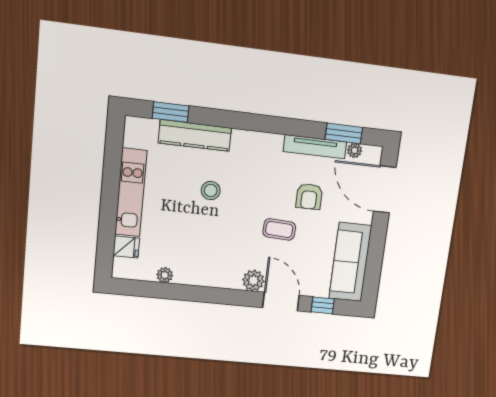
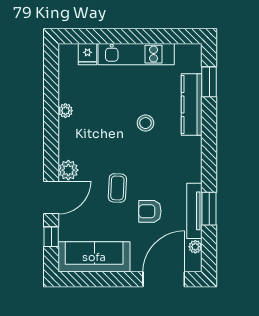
window: (344, 133) -> (209, 209), moved
plant: (165, 275) -> (65, 111), moved

